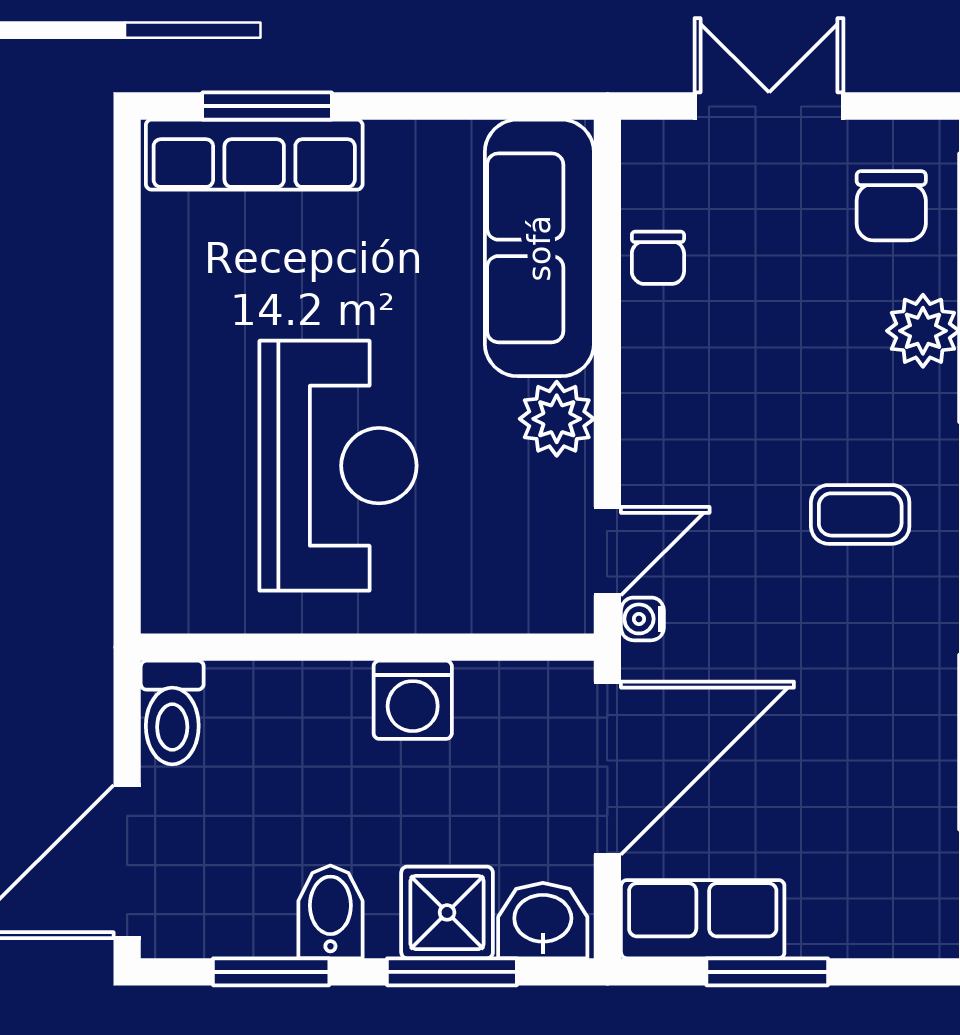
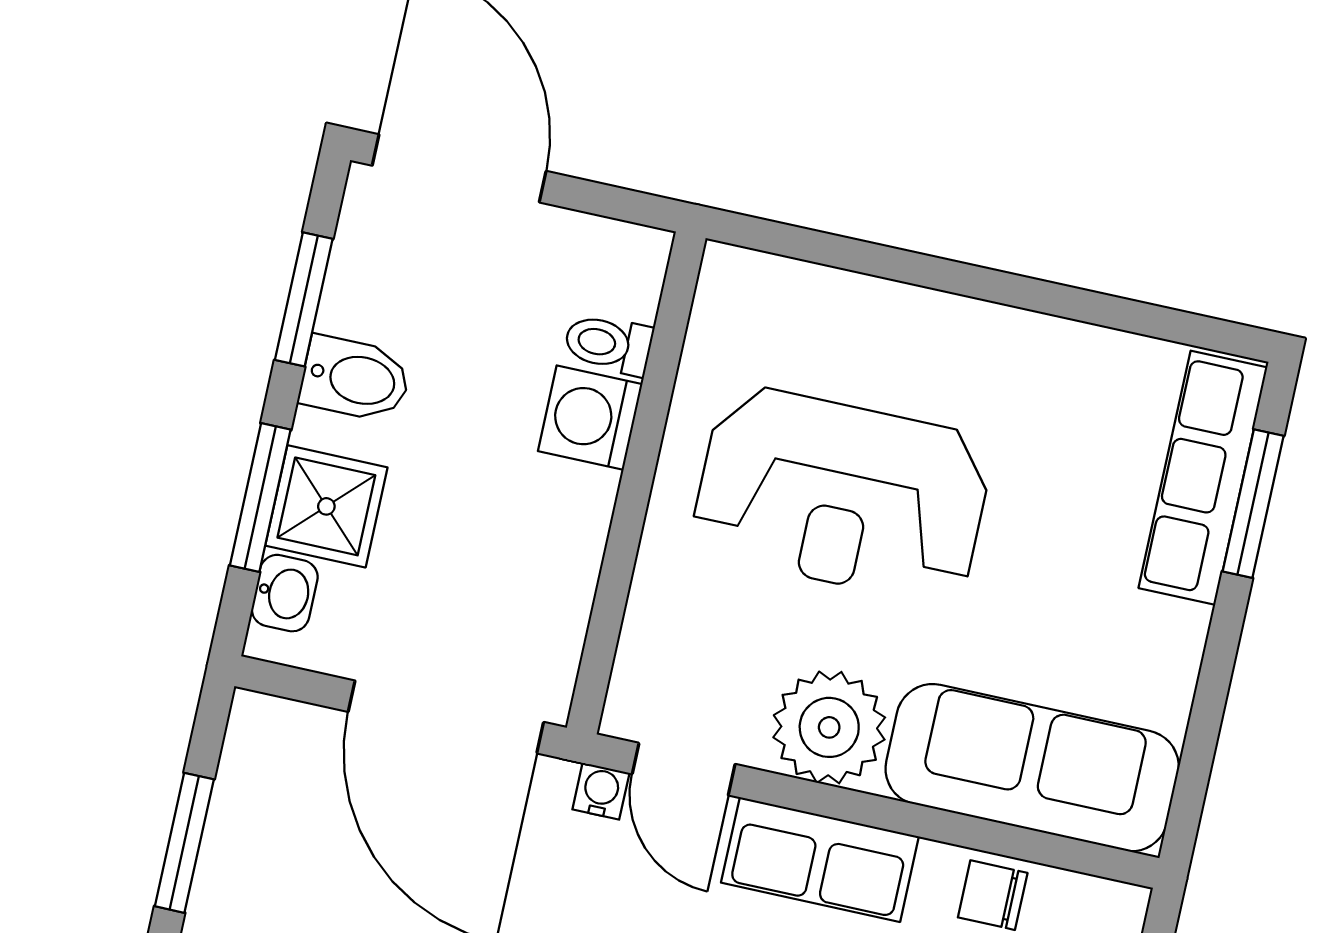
plant: (557, 419) -> (829, 727), width x1.36, depth x1.36
washing machine: (413, 700) -> (590, 418), moved
toilet: (172, 713) -> (608, 344), moved, width x0.73, depth x0.72
row of seats: (703, 919) -> (820, 860), moved, turned 90
washbasin: (543, 921) -> (285, 593), width x0.72, depth x0.69

